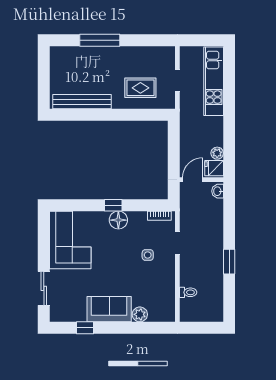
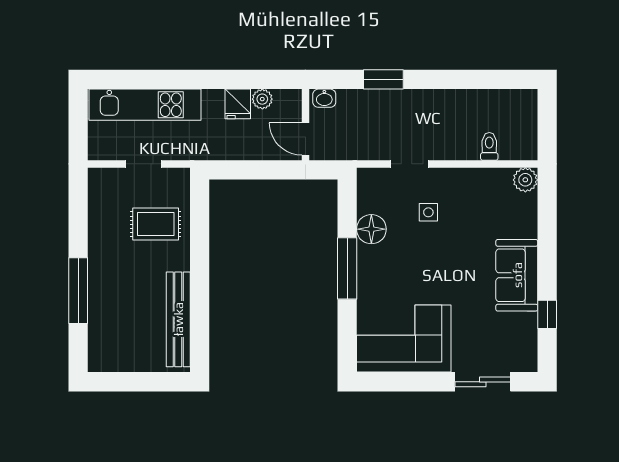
rug: (140, 88) -> (156, 224), turned 90
fridge: (214, 168) -> (238, 104), moved
window: (113, 205) -> (347, 268), width x2.17
bookcase: (159, 216) -> (364, 193), removed
floor lamp: (118, 220) -> (371, 229), moved
window: (229, 262) -> (383, 79), moved
plant: (140, 314) -> (525, 180), moved

